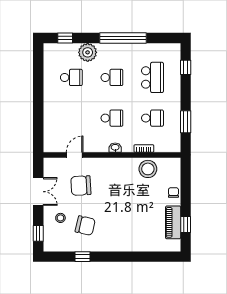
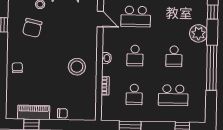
school desk: (71, 77) -> (136, 17), moved, width x1.85
stool: (148, 169) -> (77, 67), moved
chair: (81, 186) -> (17, 68), moved, width x0.54, depth x0.54

